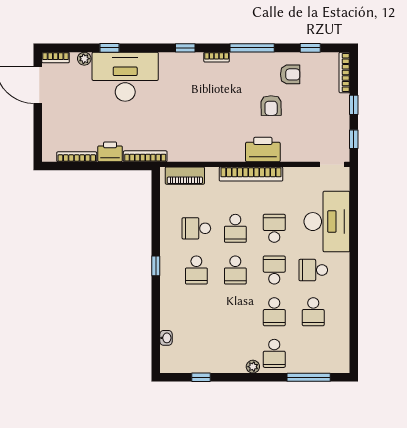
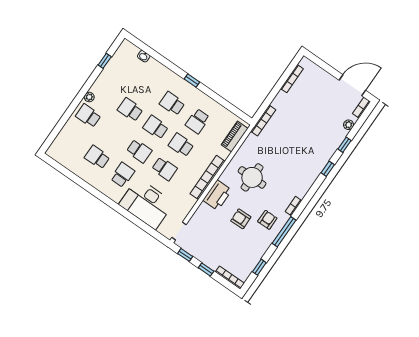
window: (185, 48) -> (328, 169), moved
armchair: (290, 74) -> (267, 220), moved, turned 180
desk: (125, 77) -> (320, 142), removed
round table: (217, 125) -> (252, 177), added
printer: (110, 152) -> (281, 101), removed
school desk: (196, 228) -> (198, 121), turned 180
school desk: (274, 312) -> (130, 110), moved
window: (309, 377) -> (59, 126), removed

